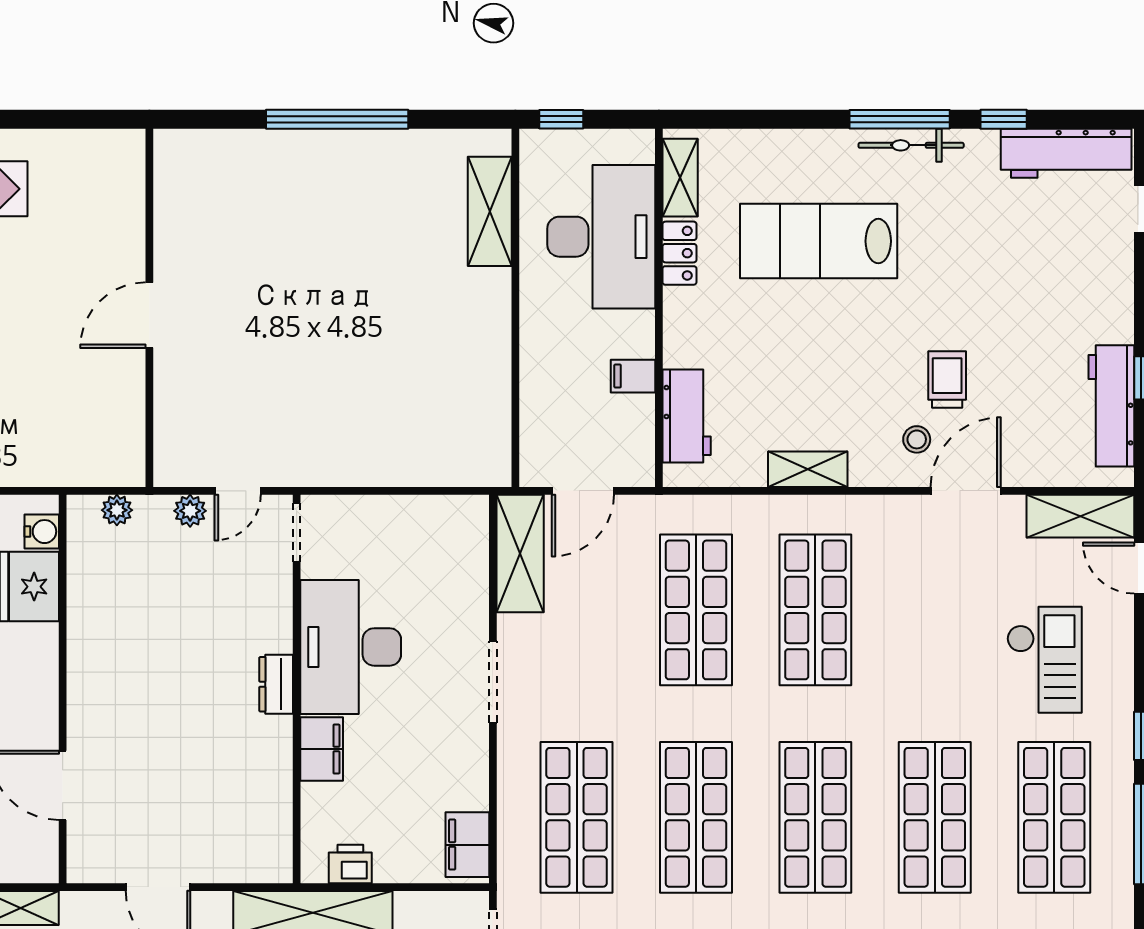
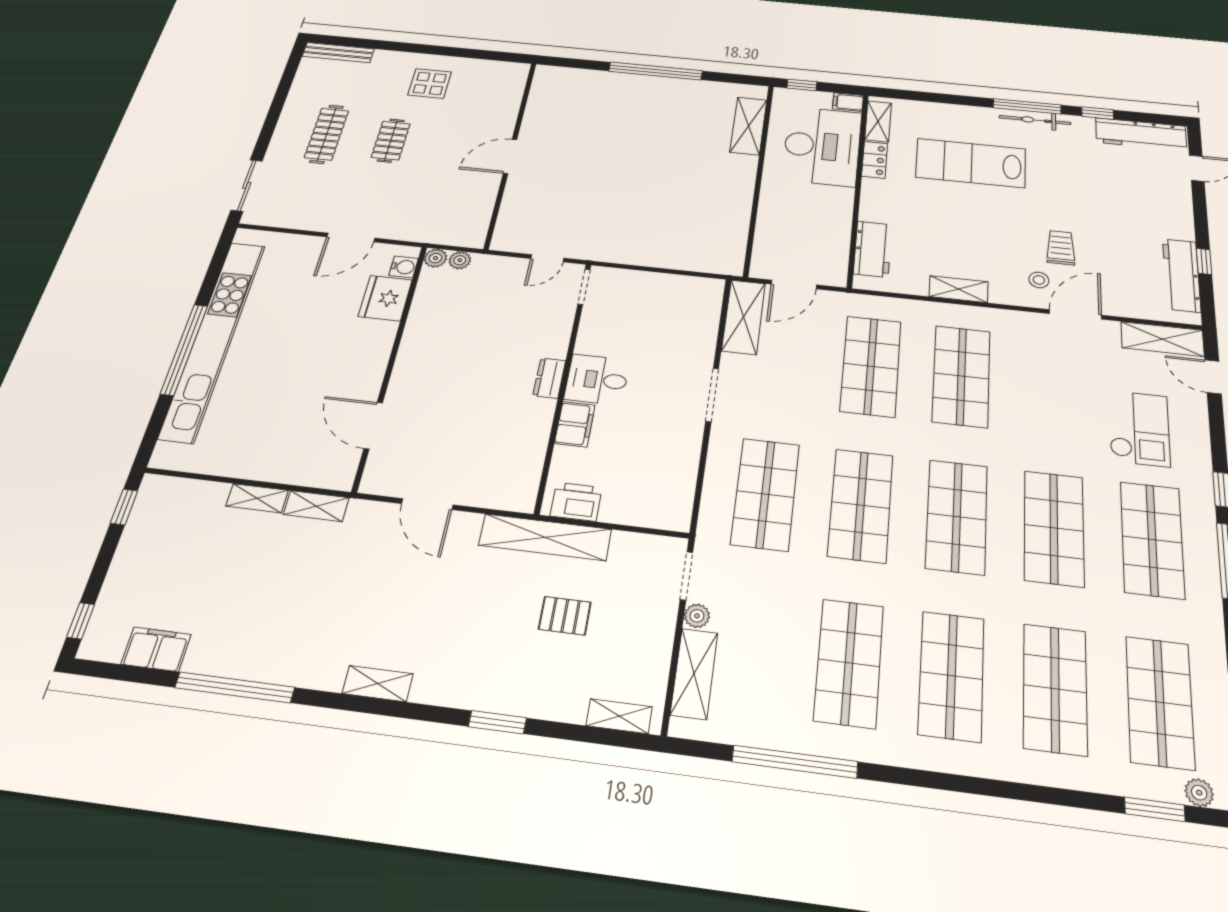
filing cabinet: (633, 376) -> (848, 102), moved
plant: (190, 511) -> (436, 258), moved
desk: (351, 647) -> (597, 380), width x0.53, depth x0.77
filing cabinet: (467, 845) -> (676, 503), removed
printer: (350, 864) -> (576, 502), width x1.36, depth x1.24

